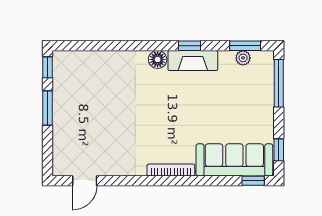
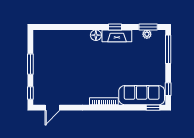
window: (48, 67) -> (30, 93), moved

